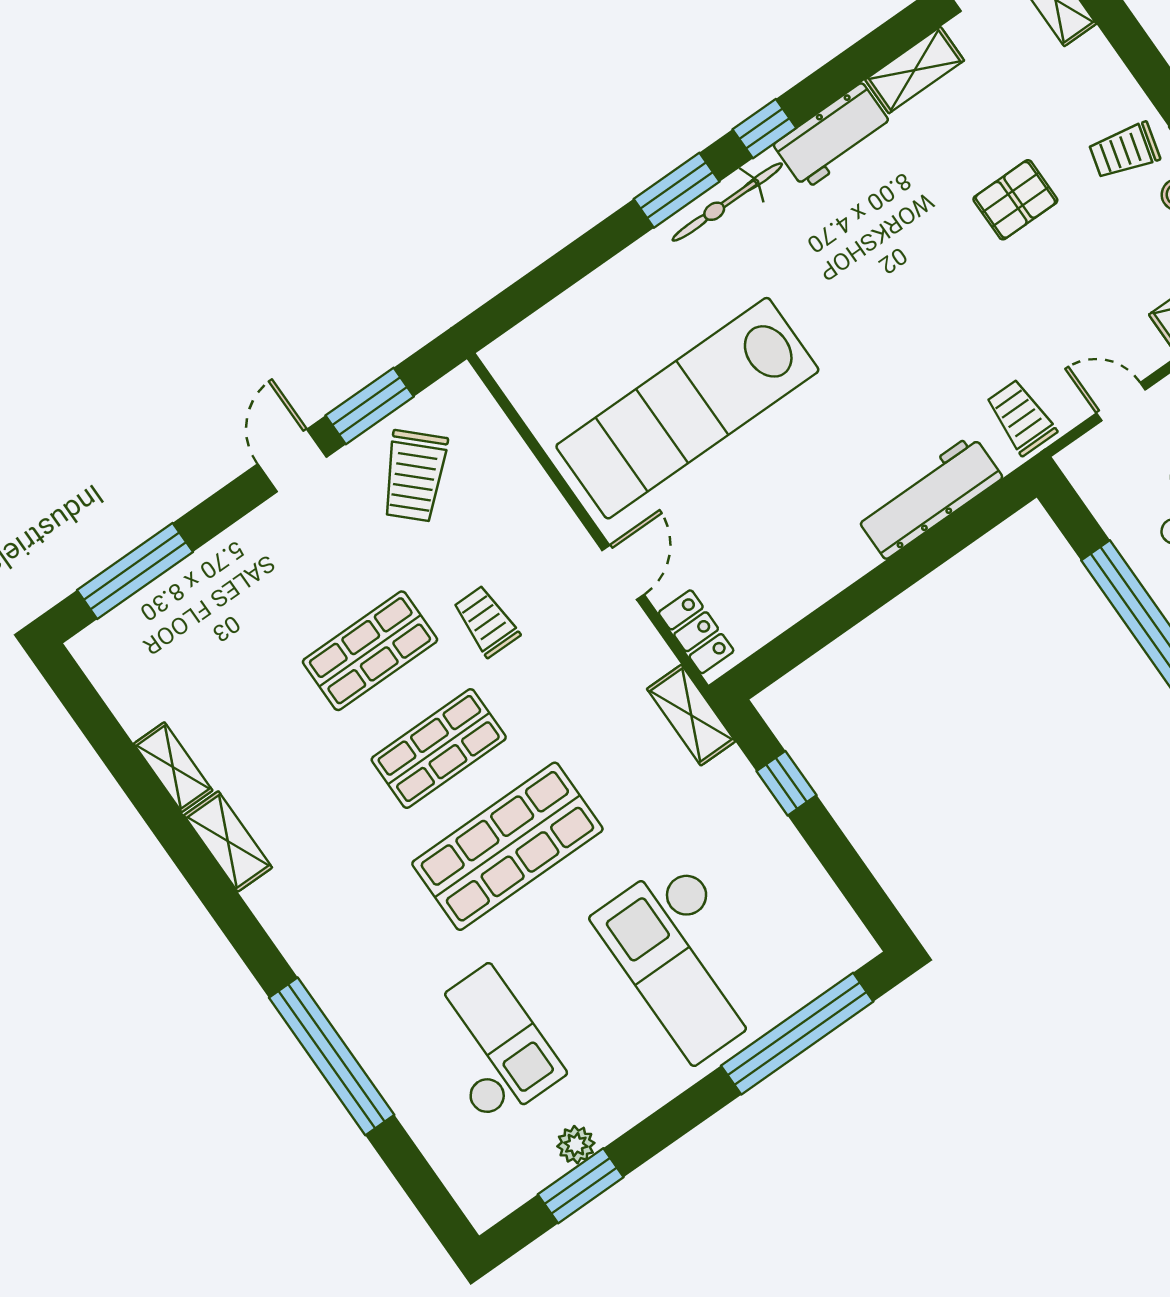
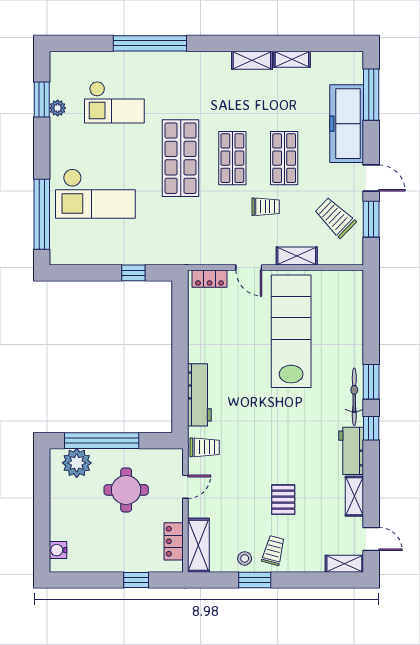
freezer: (222, 579) -> (347, 124), added
shelving: (691, 715) -> (297, 256), moved
checkout: (687, 960) -> (95, 194), turned 180

